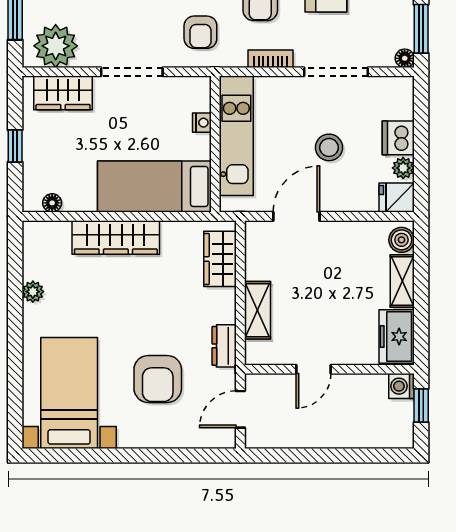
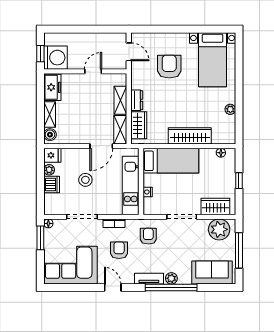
shelving: (258, 250) -> (120, 130), added
dresser: (224, 346) -> (137, 100), moved
washing machine: (402, 386) -> (55, 58), width x1.89, depth x1.89
door: (240, 409) -> (129, 52), hinge flipped

